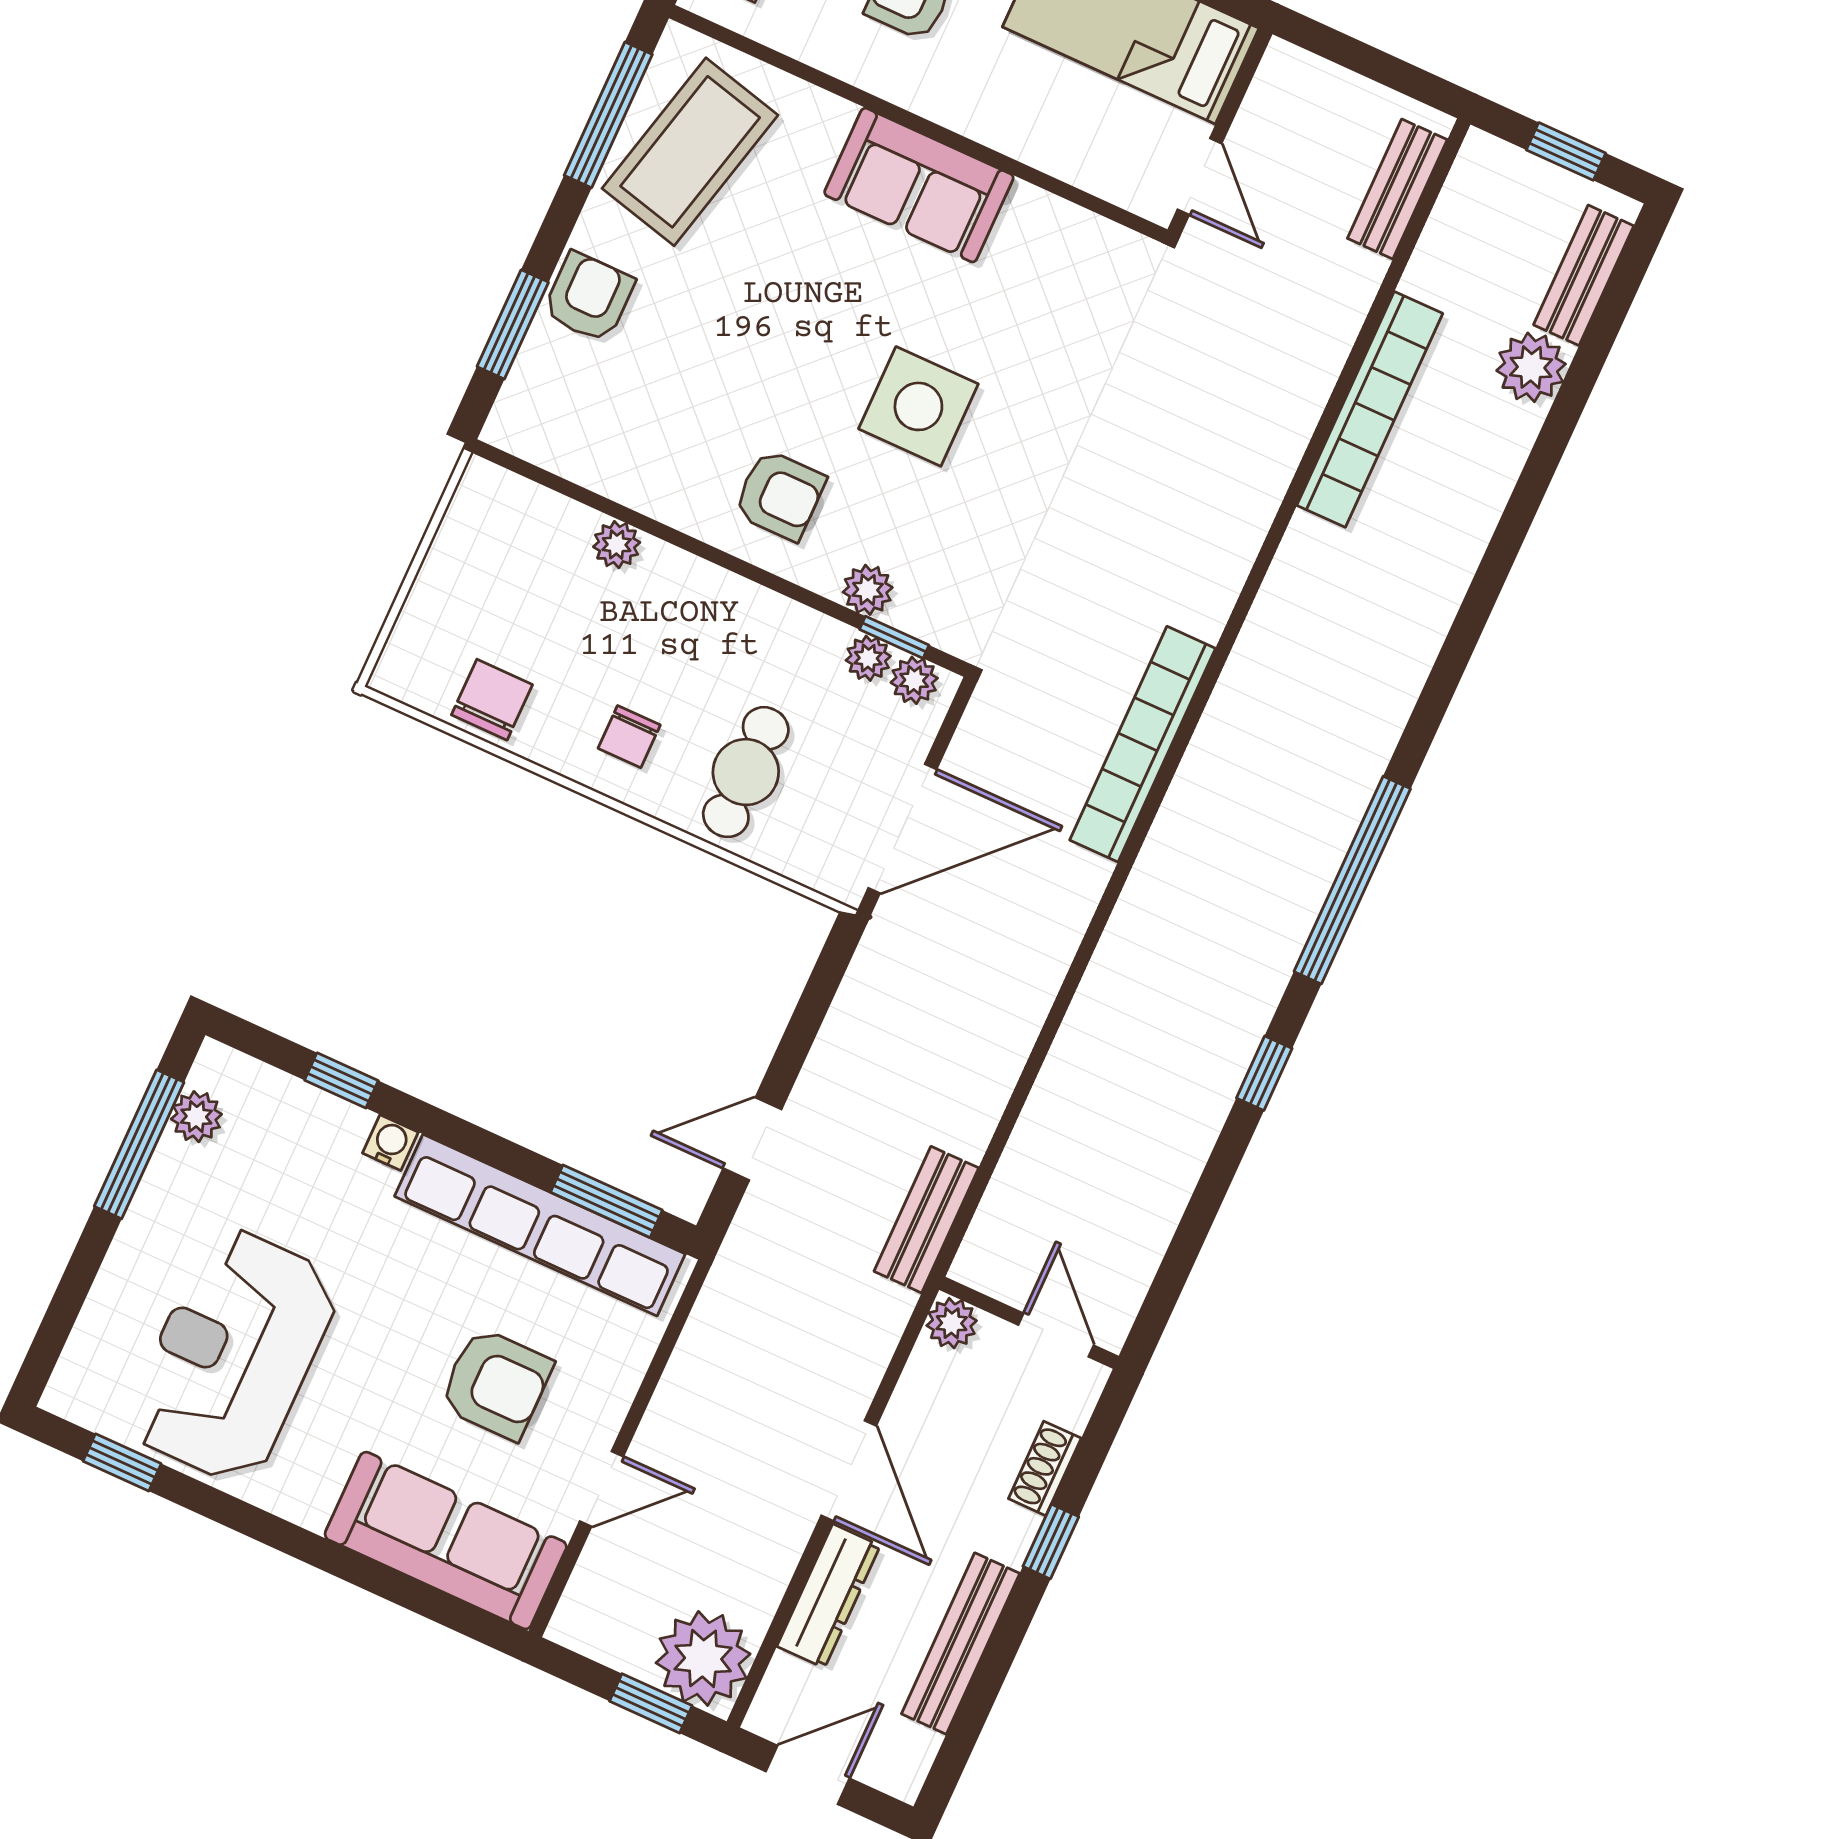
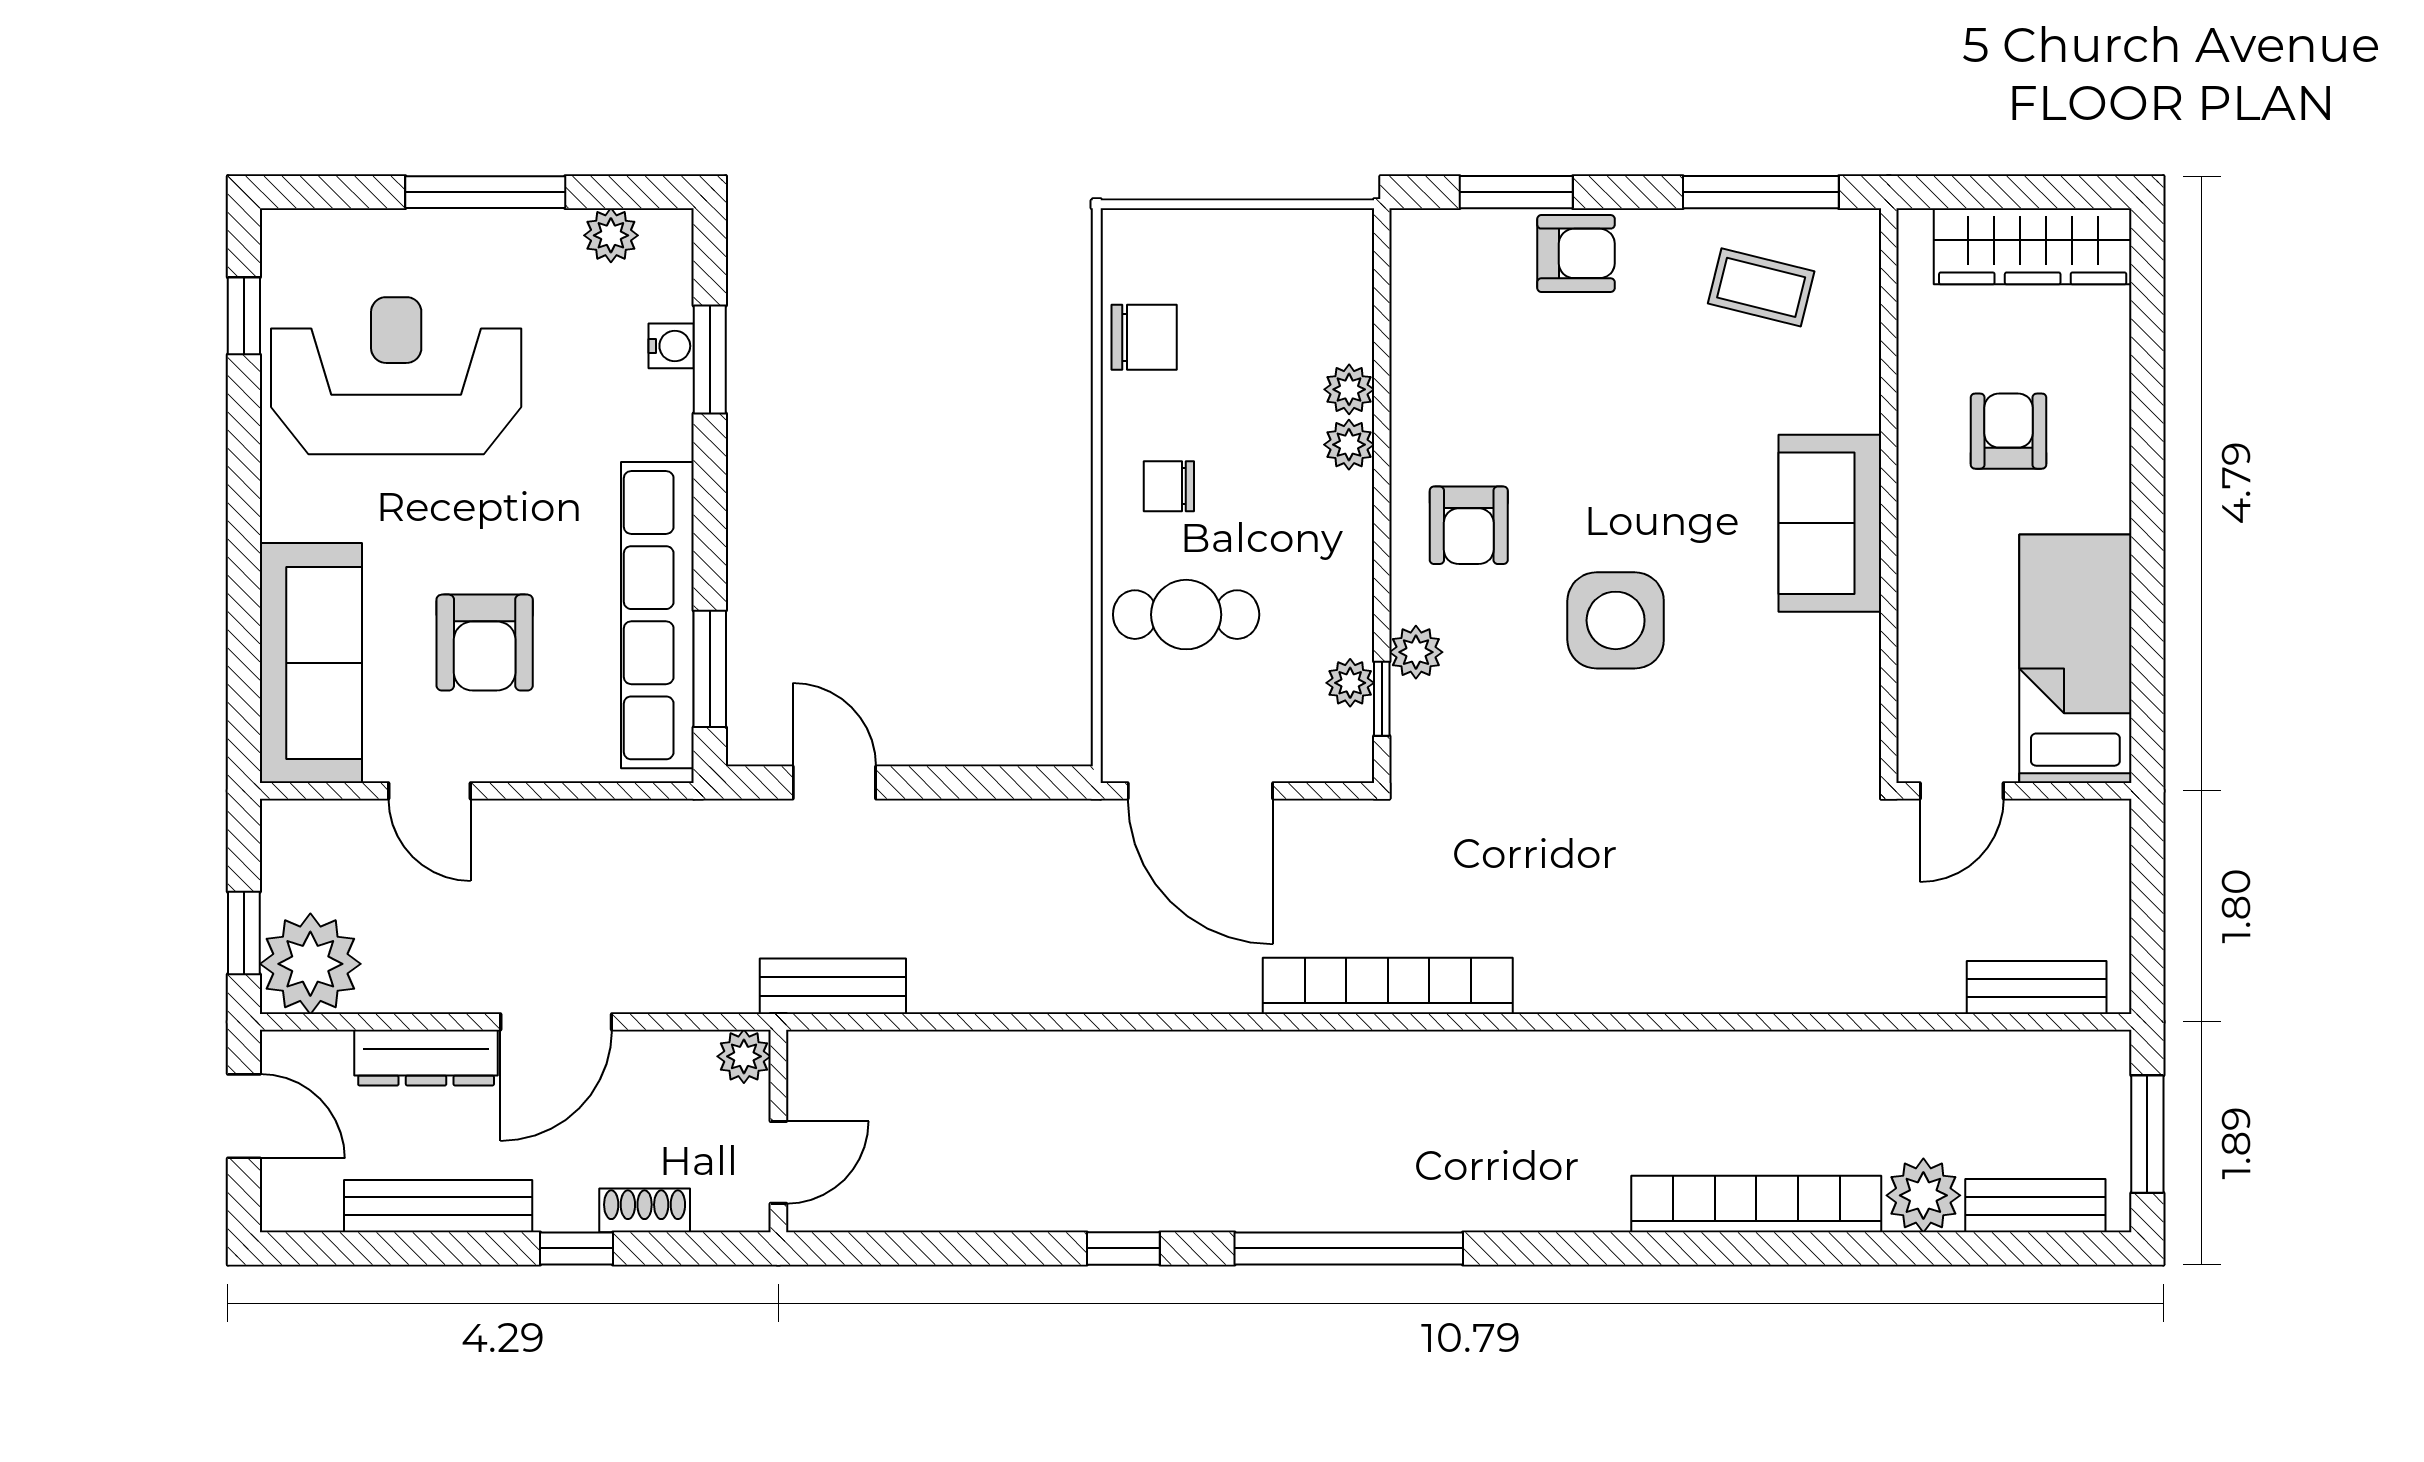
window: (1566, 151) -> (2147, 1134), width x1.50
coffee table: (690, 152) -> (1761, 287), width x0.54, depth x0.58
bookcase: (1370, 409) -> (1756, 1204), moved, turned 180
plant: (914, 680) -> (1349, 445), moved
window: (341, 1080) -> (710, 360), width x1.50
water cooler: (390, 1143) -> (671, 346), moved
window: (139, 1144) -> (485, 192), moved

